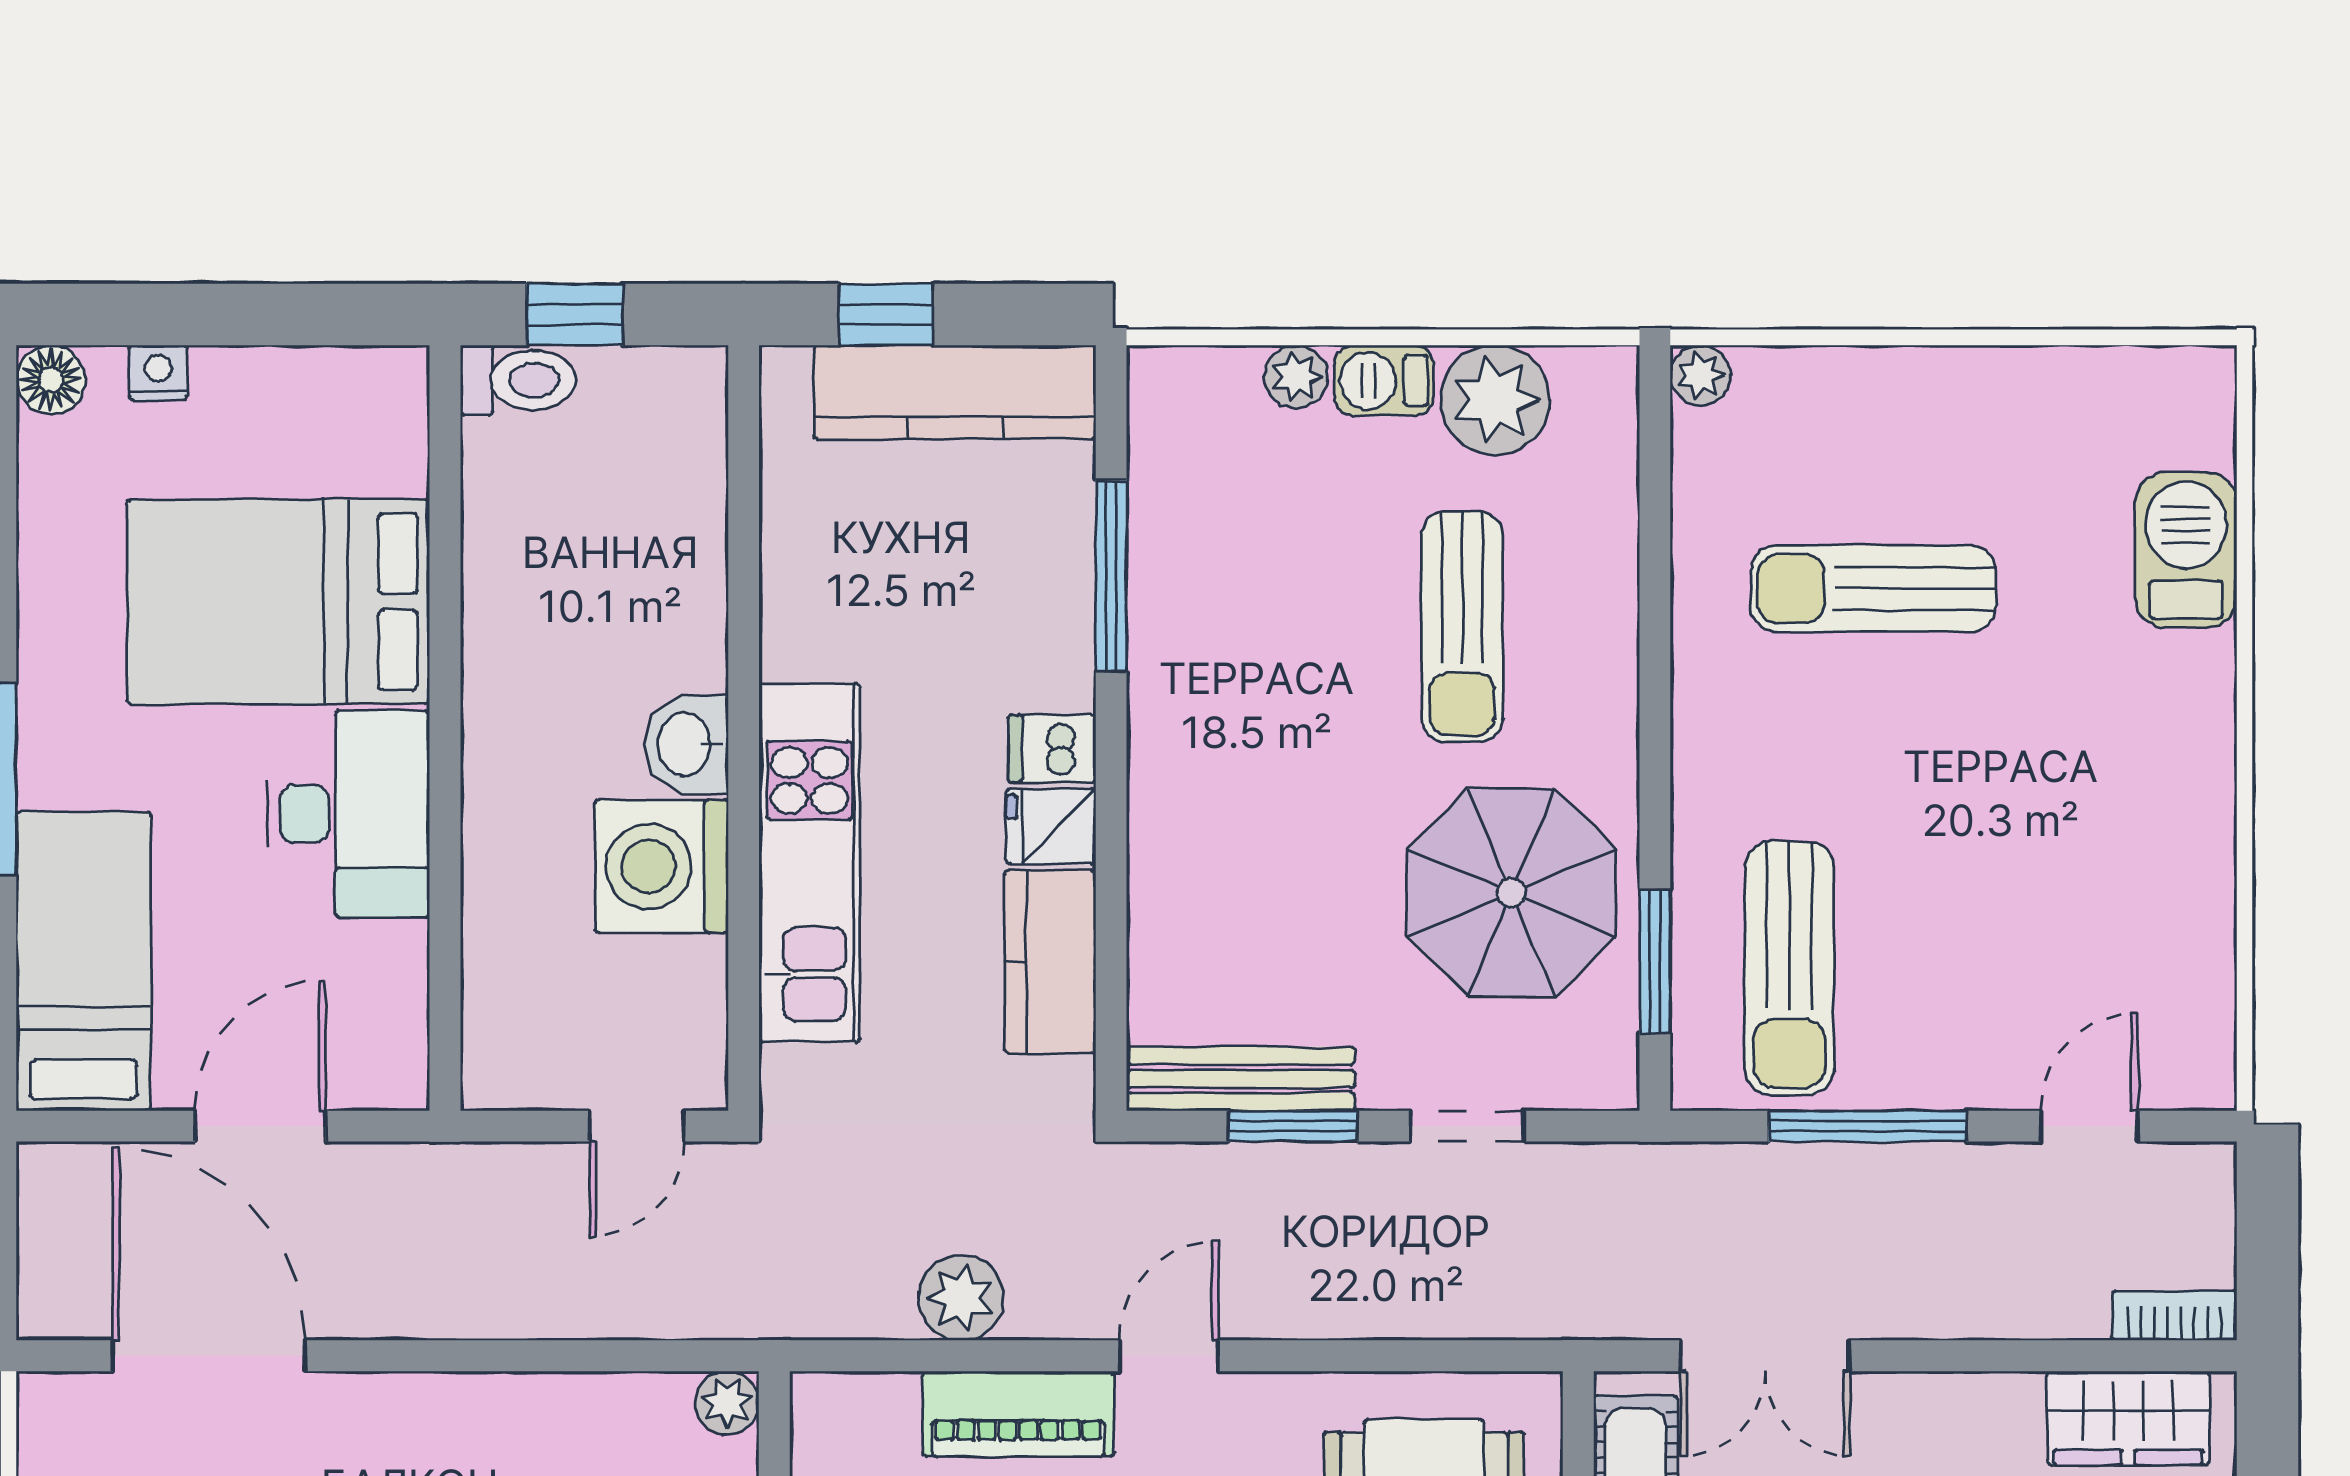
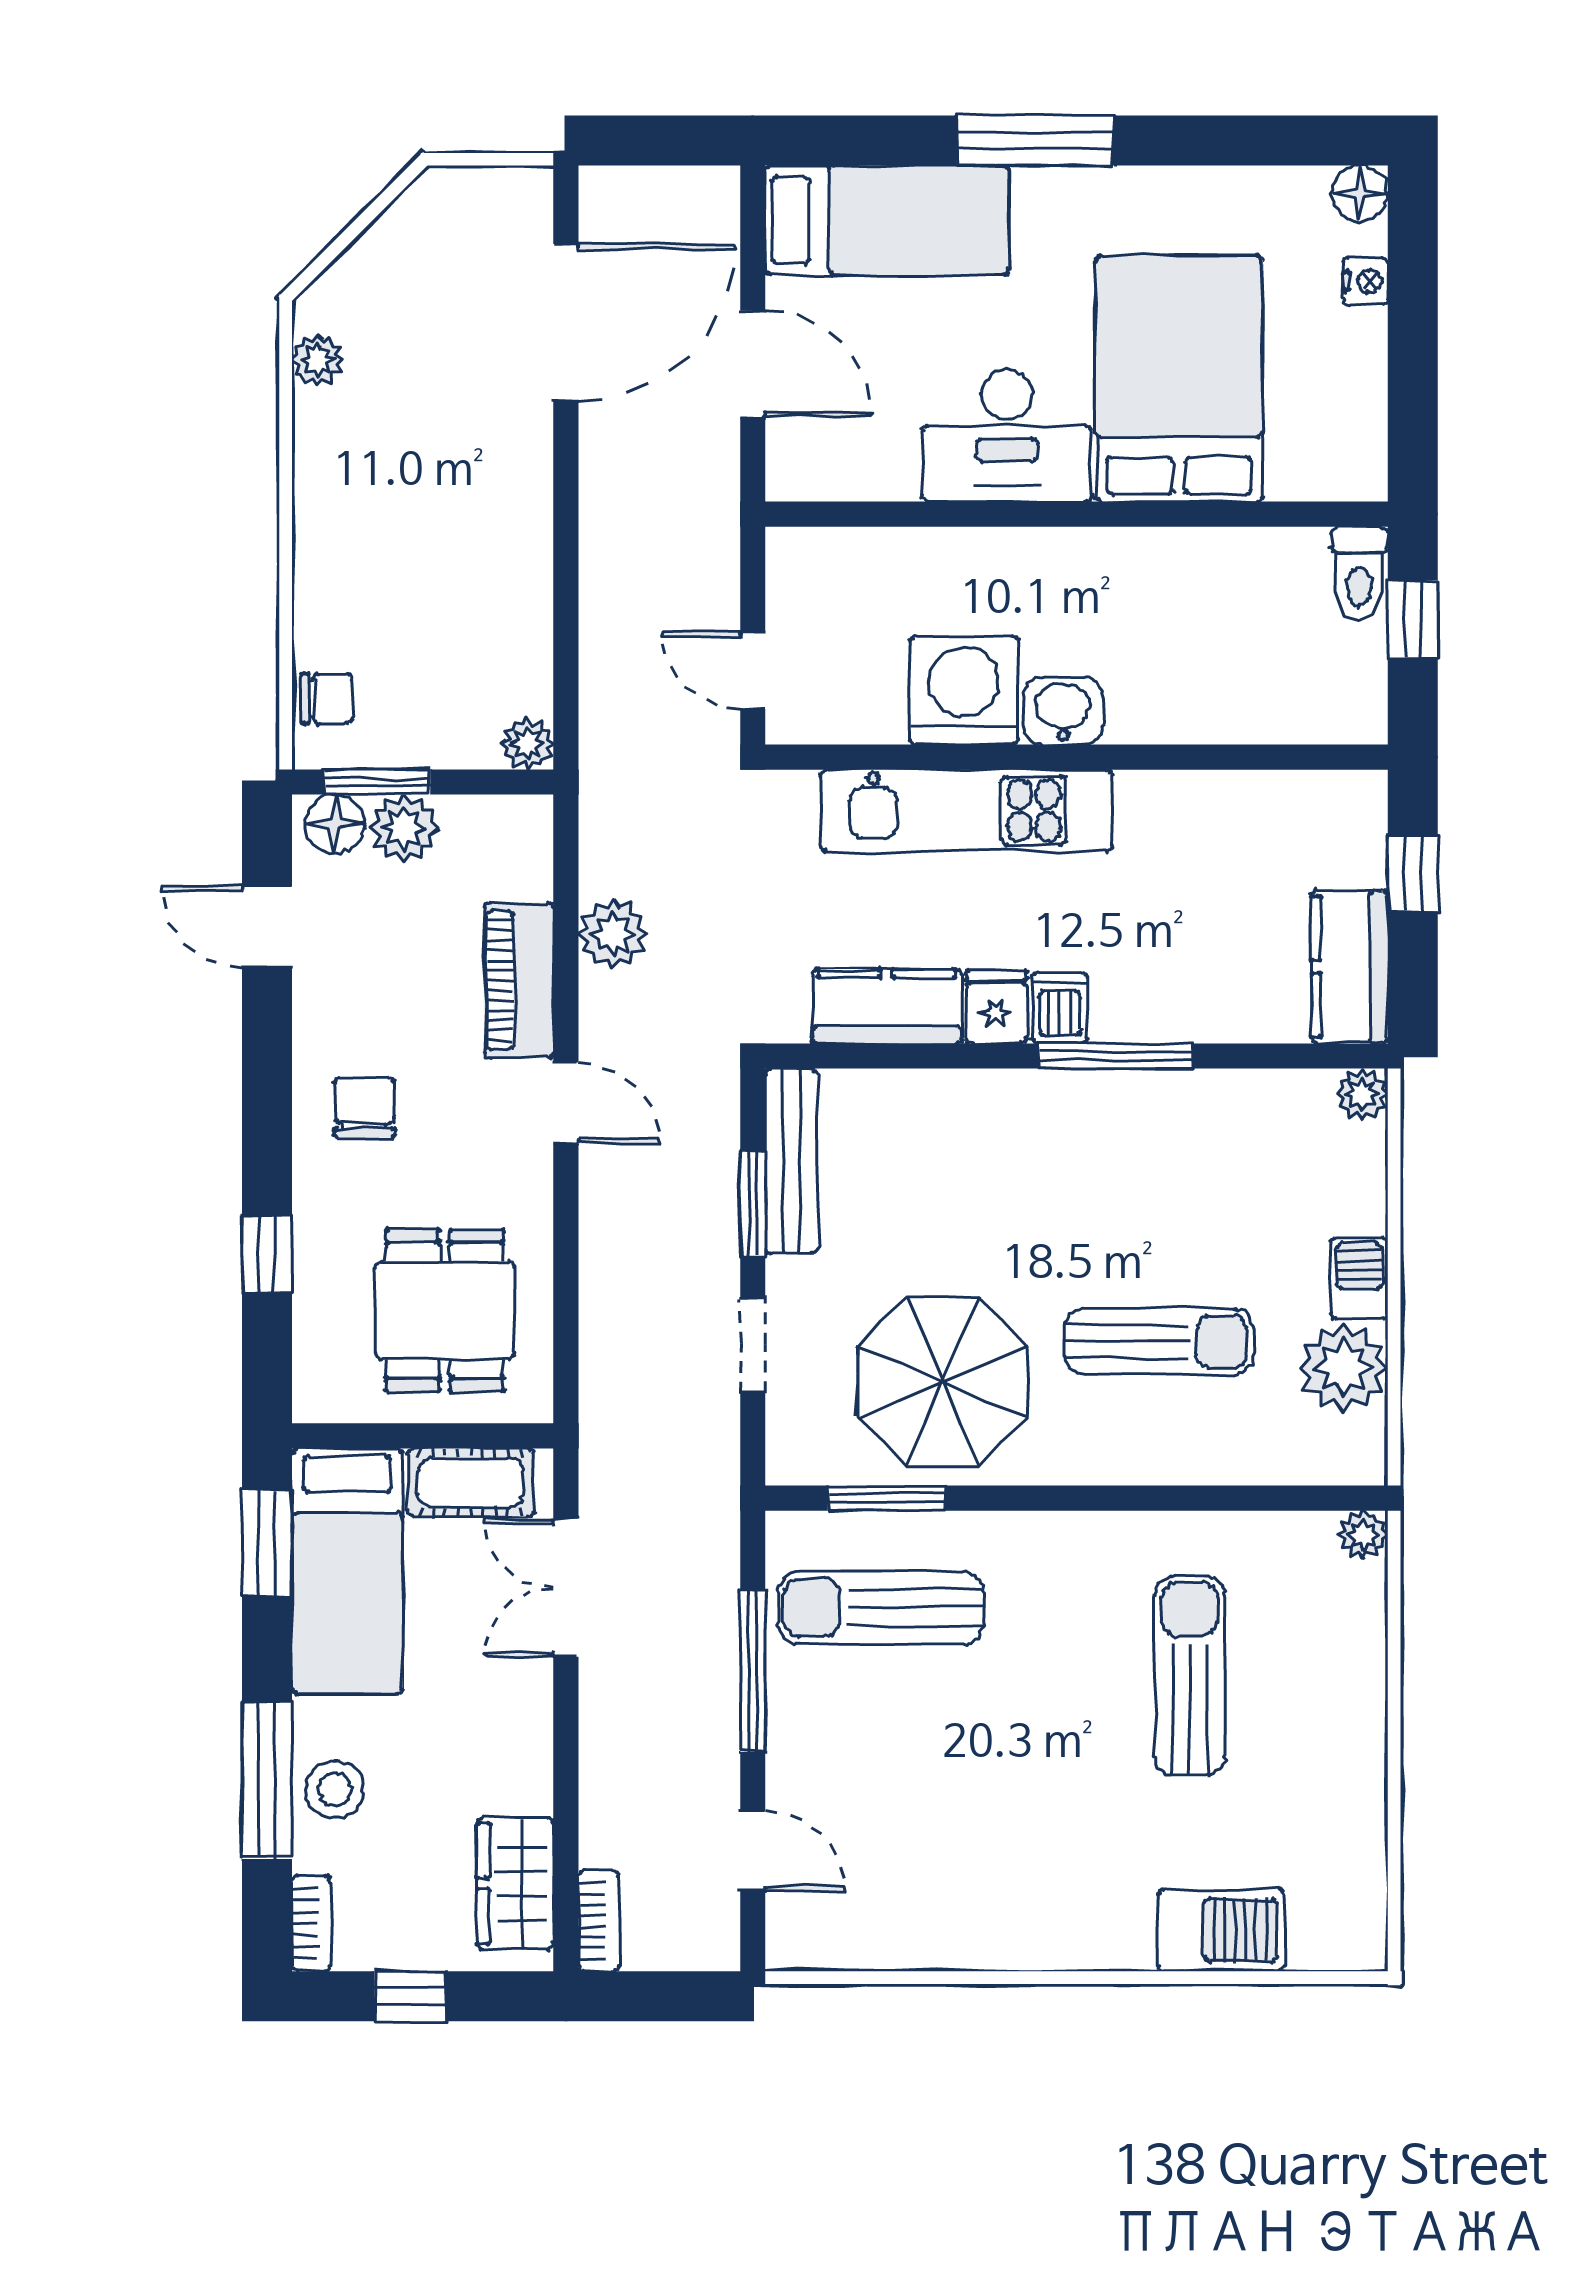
plant: (1296, 377) -> (1362, 1094), moved
kitchen counter: (955, 392) -> (1350, 967), width x0.67
window: (1111, 576) -> (1116, 1056), moved
sun lounger: (1462, 627) -> (1159, 1341), turned 180

